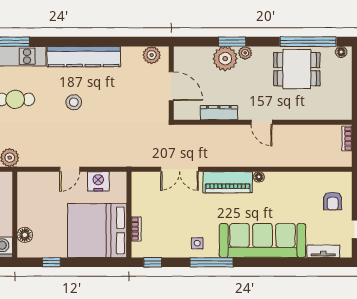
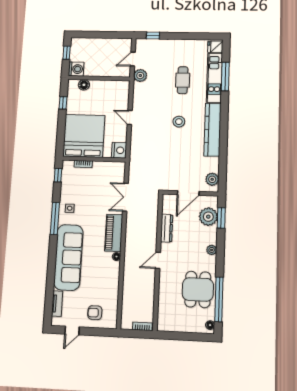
window: (232, 42) -> (221, 218), moved
plant: (225, 59) -> (208, 217), moved
nightstand: (98, 181) -> (119, 150), moved

